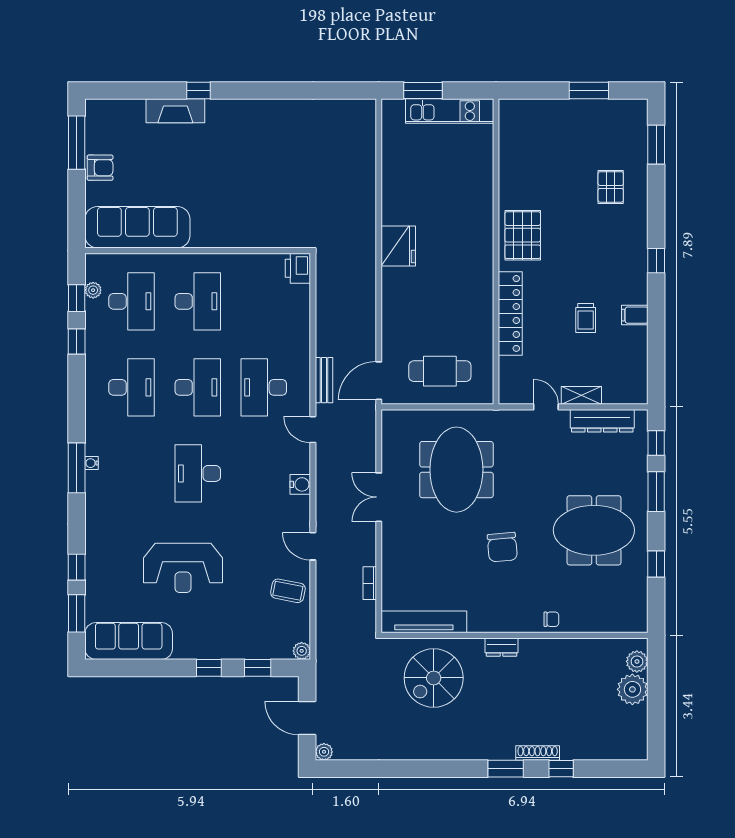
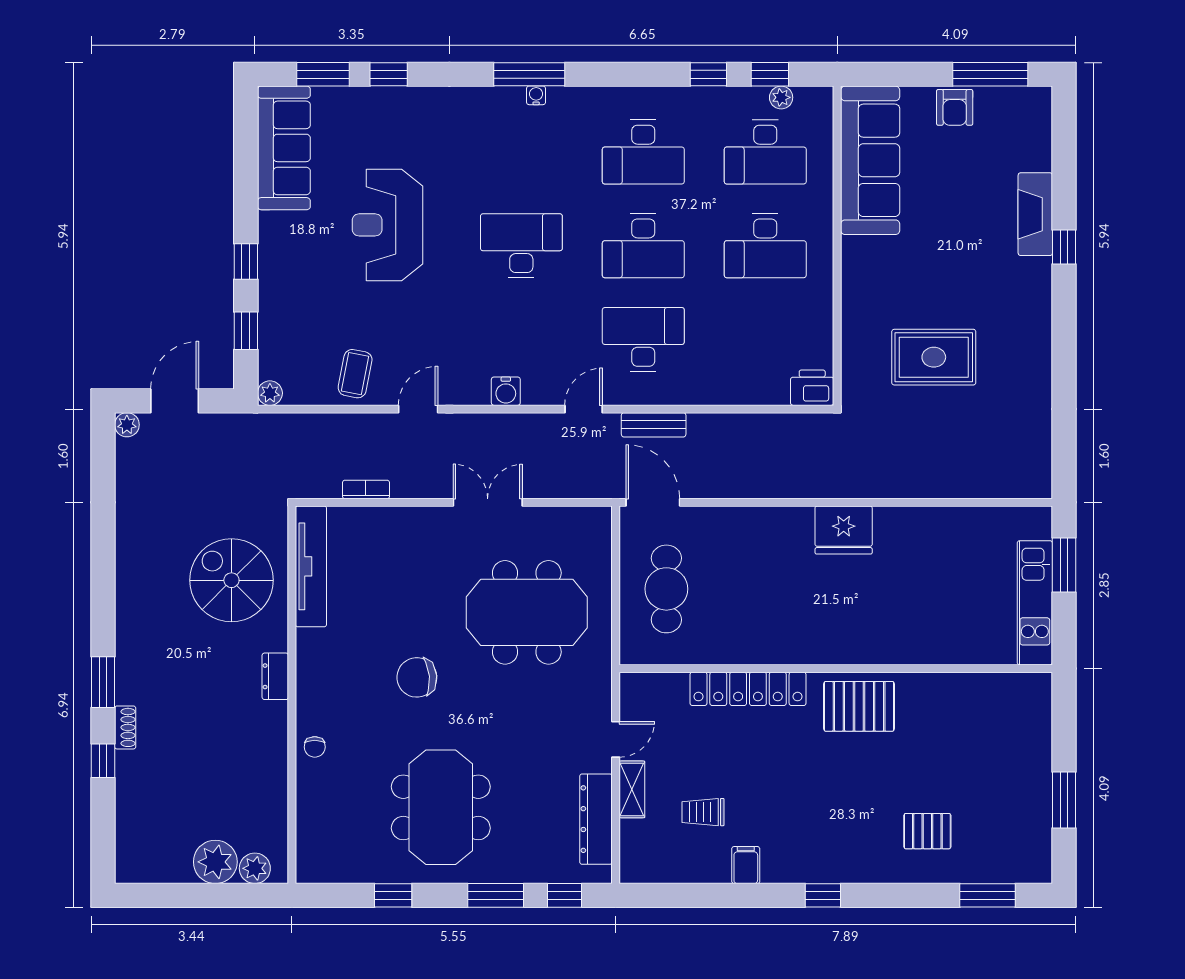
rug: (276, 182) -> (934, 357), added
trolley: (586, 318) -> (703, 812), moved
shoe rack: (538, 753) -> (125, 727), width x0.70

